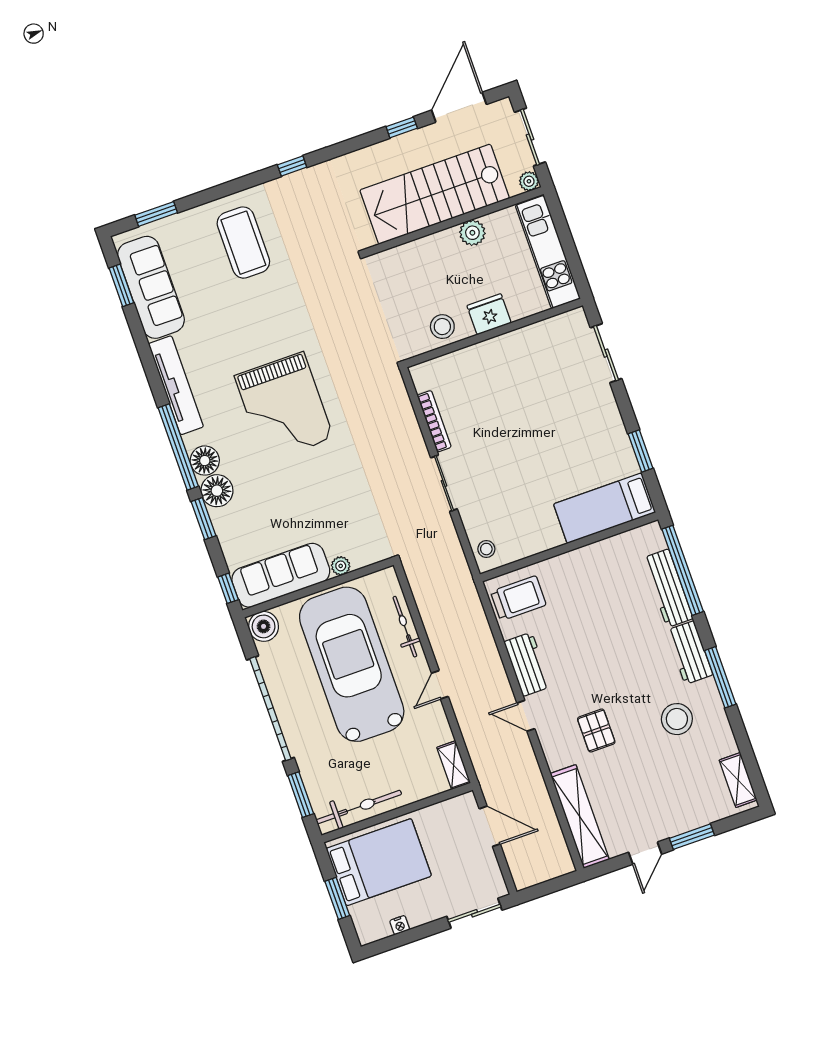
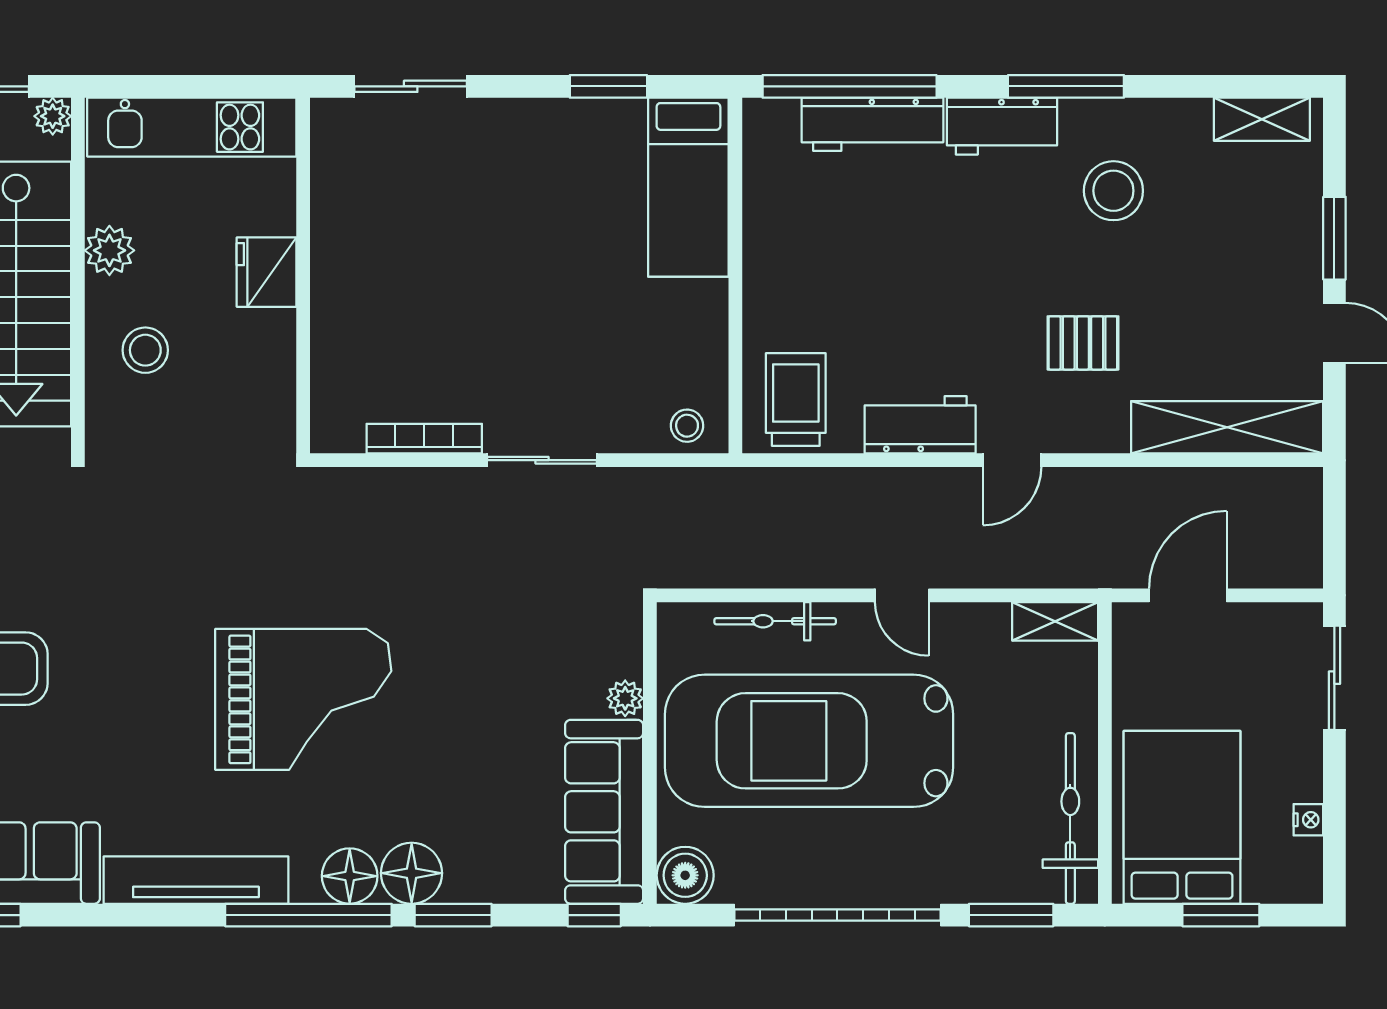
stool: (442, 327) -> (145, 350), moved

